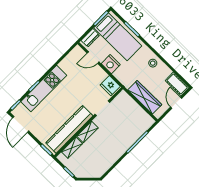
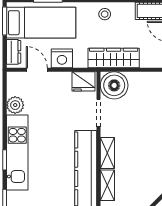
door: (93, 58) -> (37, 70), swing flipped
plant: (66, 64) -> (15, 105), added
wardrobe: (145, 97) -> (114, 58), moved
boiler: (123, 102) -> (114, 85), added

